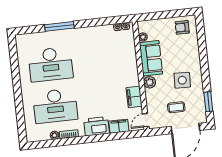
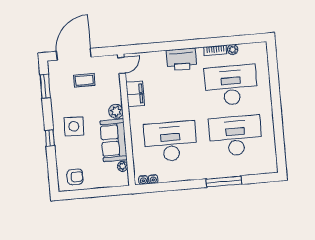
desk: (104, 58) -> (170, 141), added
window: (204, 59) -> (50, 138), added
side table: (182, 80) -> (74, 126), moved
filing cabinet: (119, 126) -> (154, 59), removed

